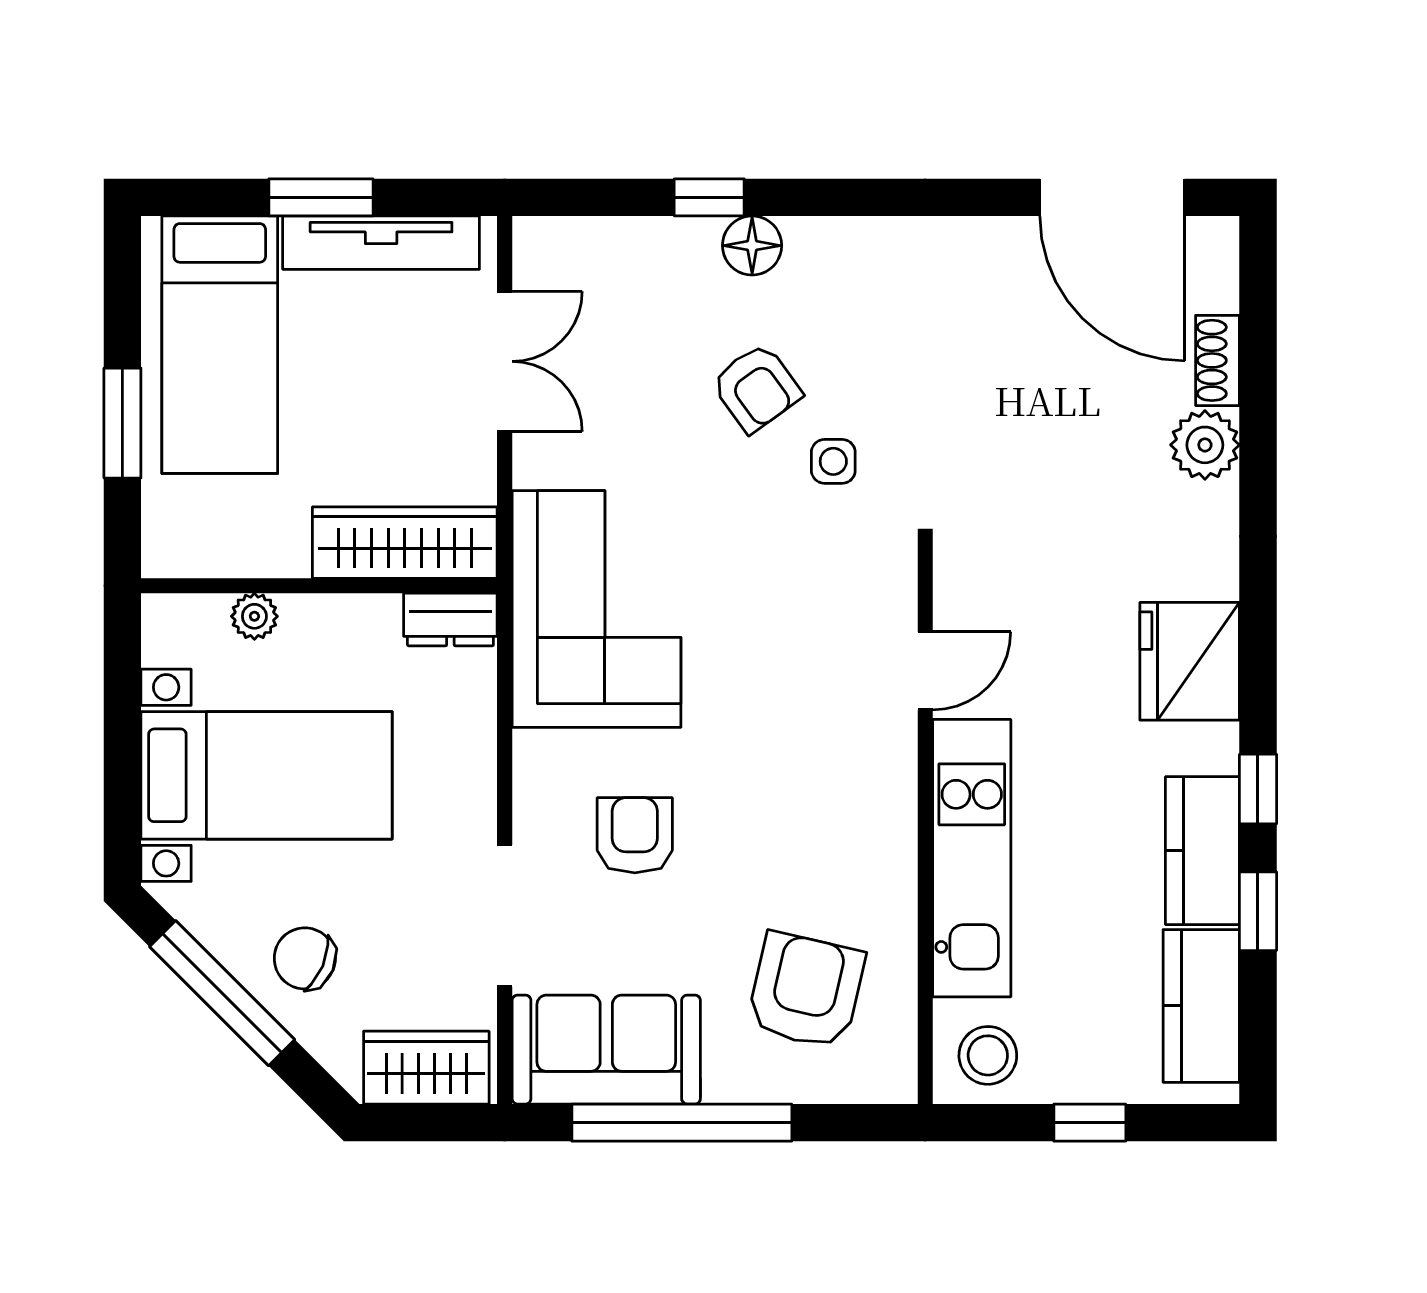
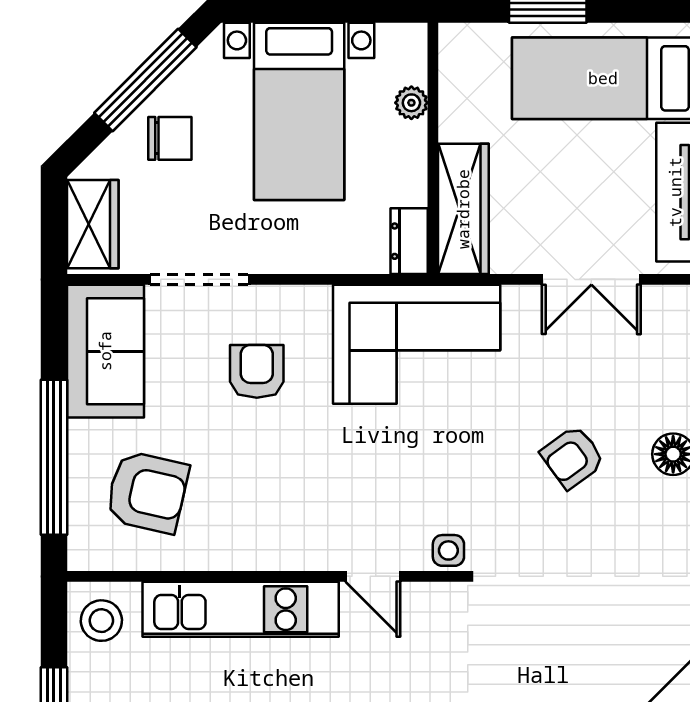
side table: (833, 461) -> (448, 550), moved
armchair: (635, 835) -> (257, 371), turned -90
chair: (305, 958) -> (170, 138), turned 67
window: (682, 1123) -> (54, 457), moved

